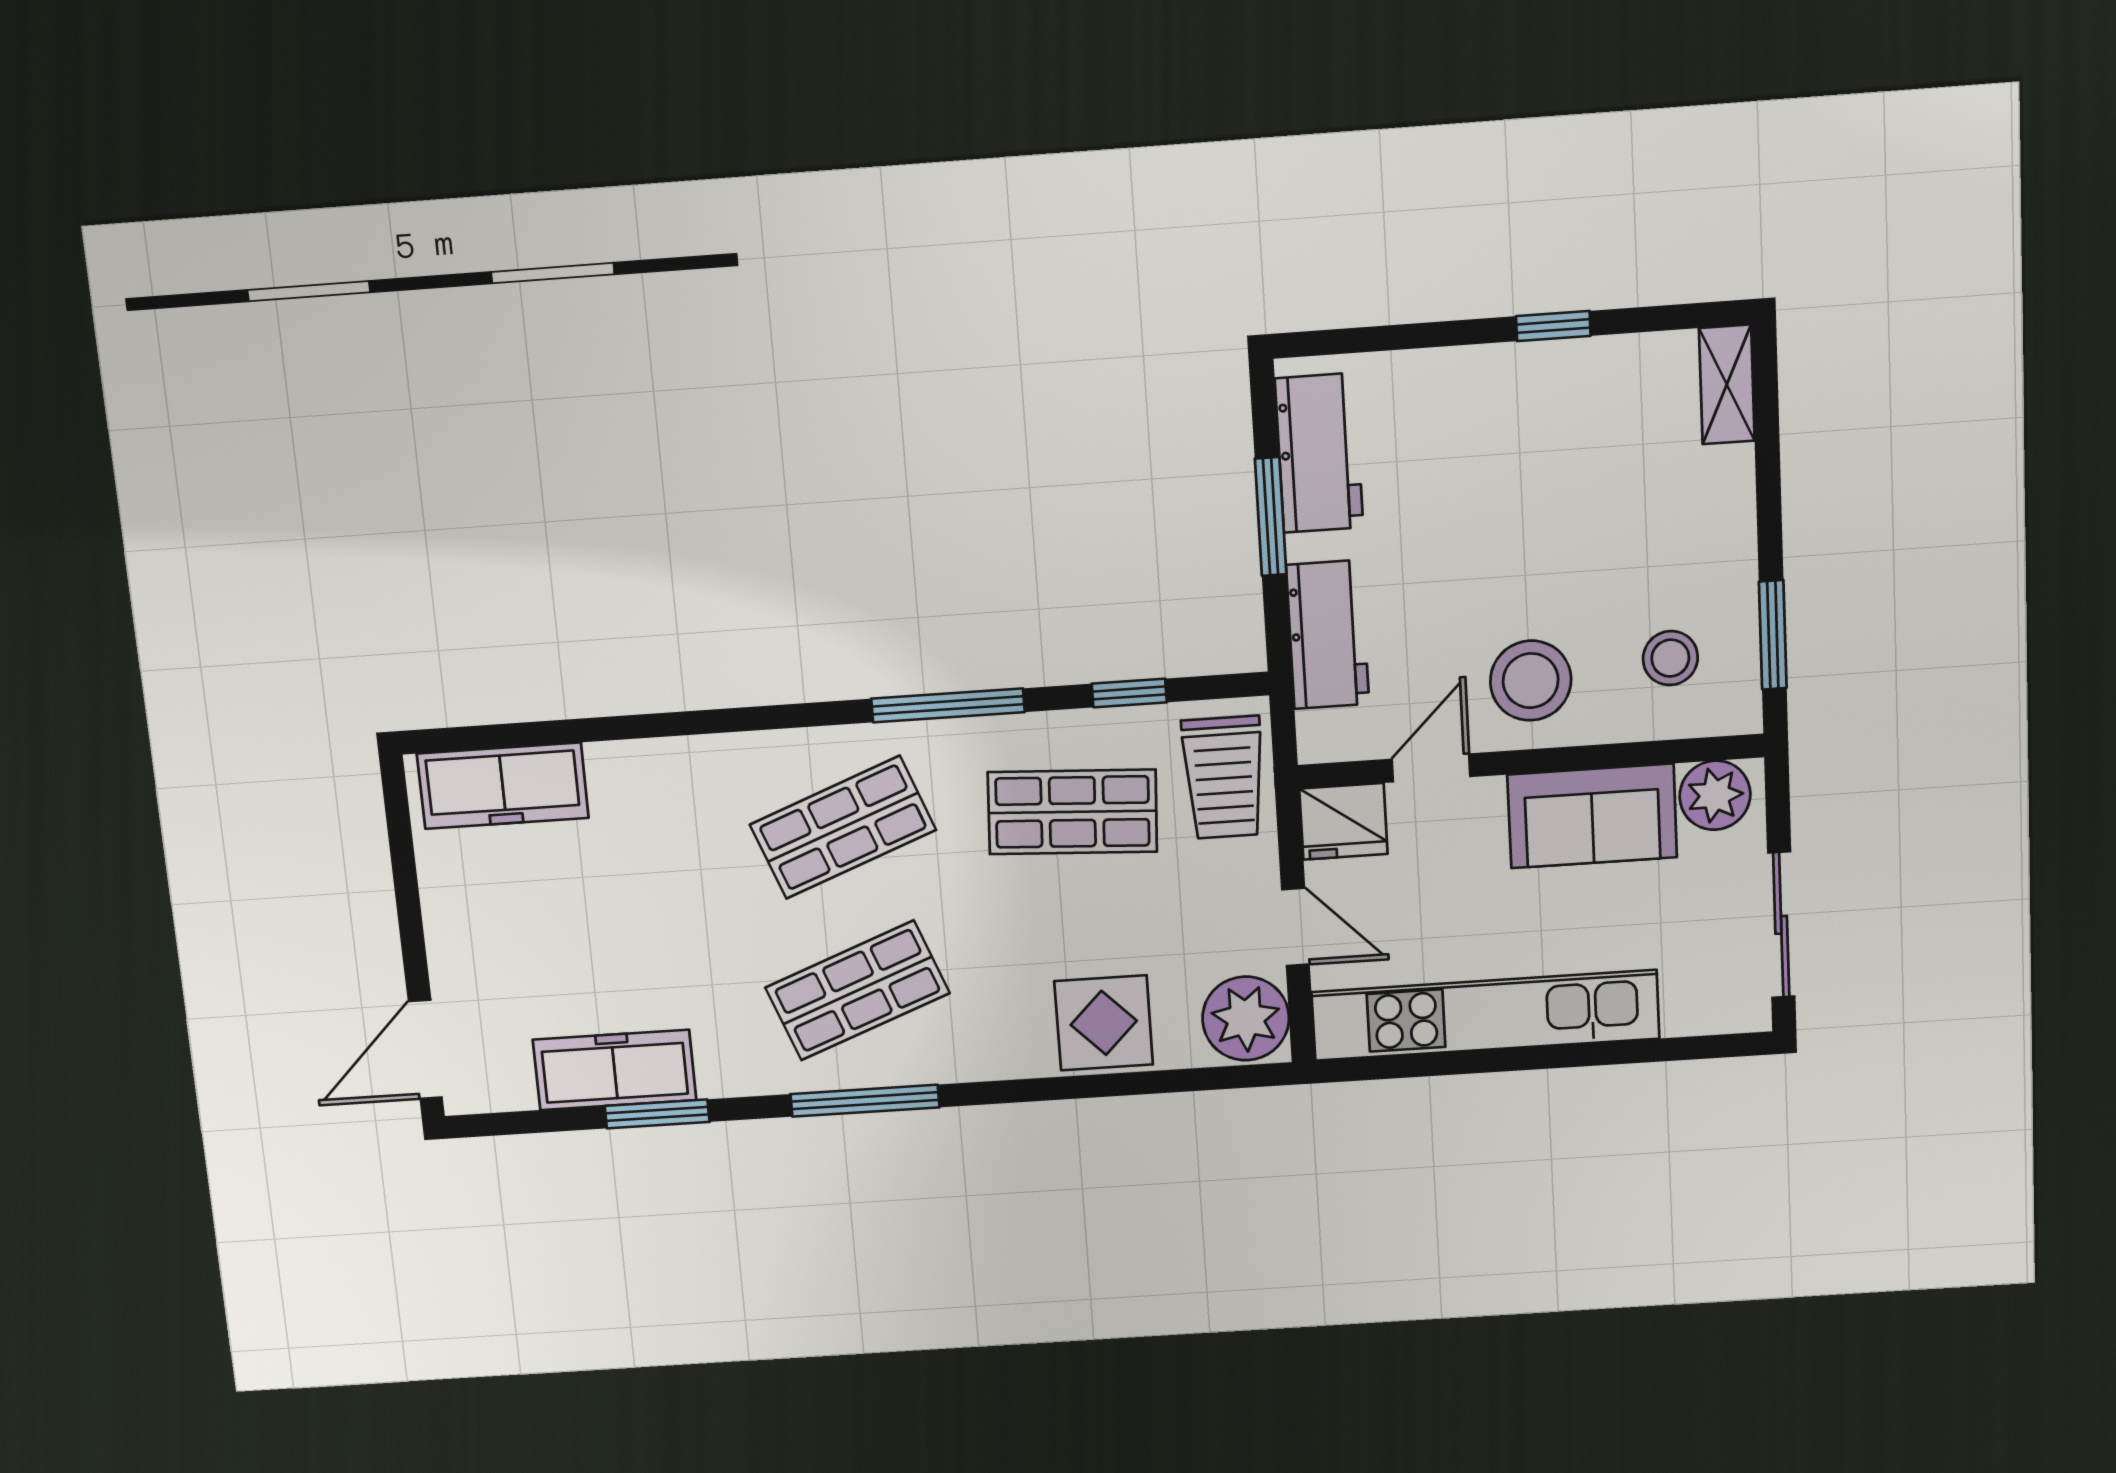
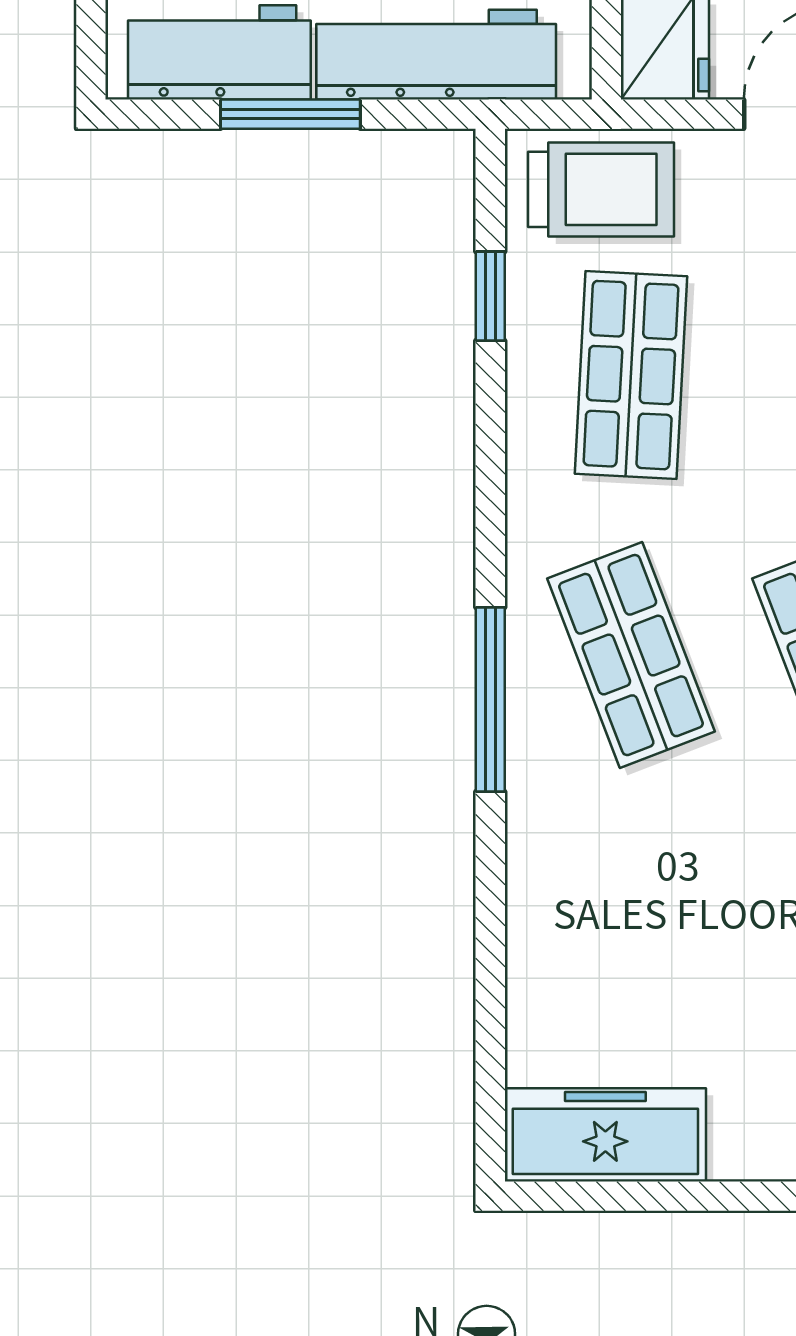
workbench: (1328, 635) -> (436, 55), width x1.38
window: (948, 705) -> (490, 700), moved
freezer: (503, 786) -> (605, 1135), moved, turned -90

